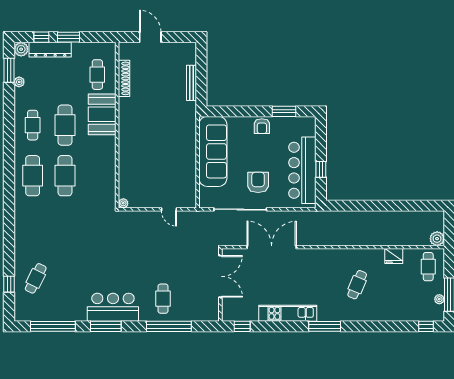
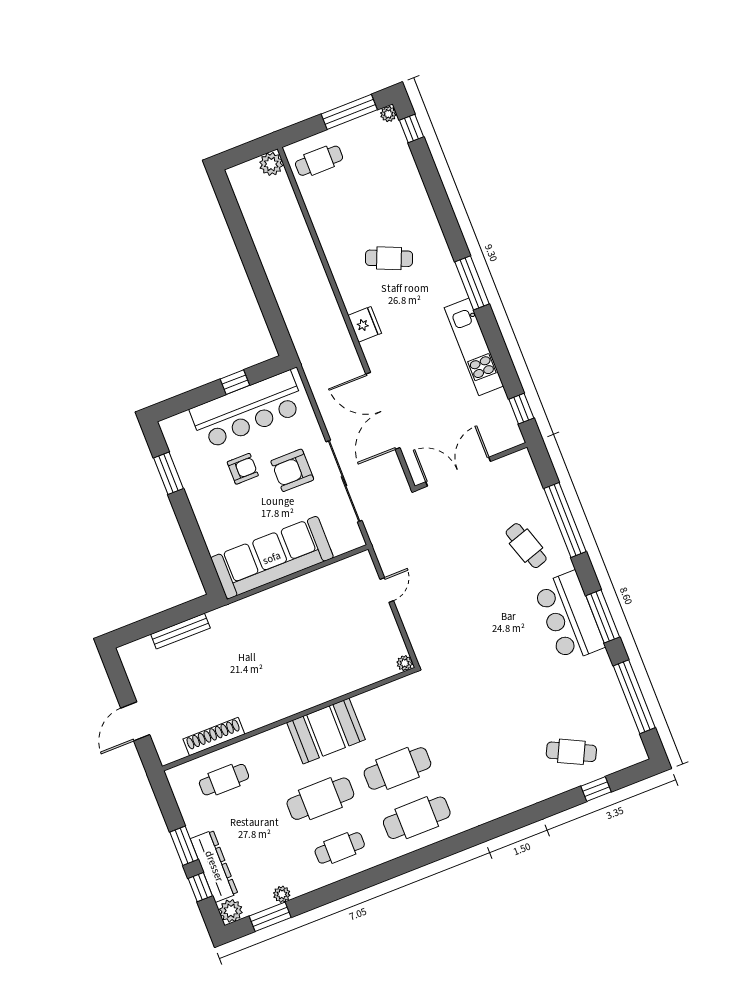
booth: (102, 114) -> (326, 731), moved
armchair: (262, 126) -> (243, 469), moved
fridge: (394, 256) -> (365, 324), moved
cafe table: (163, 299) -> (526, 546), turned 72
plant: (439, 299) -> (388, 114), moved

